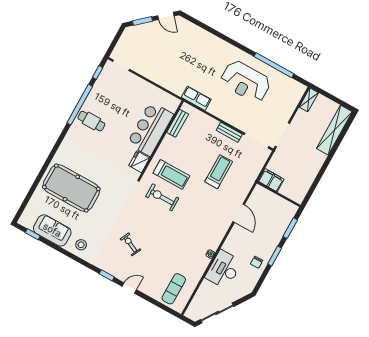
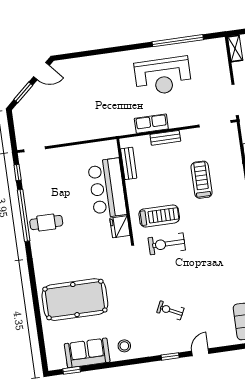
row of seats: (196, 98) -> (151, 124), moved
bench: (229, 132) -> (165, 138), moved

